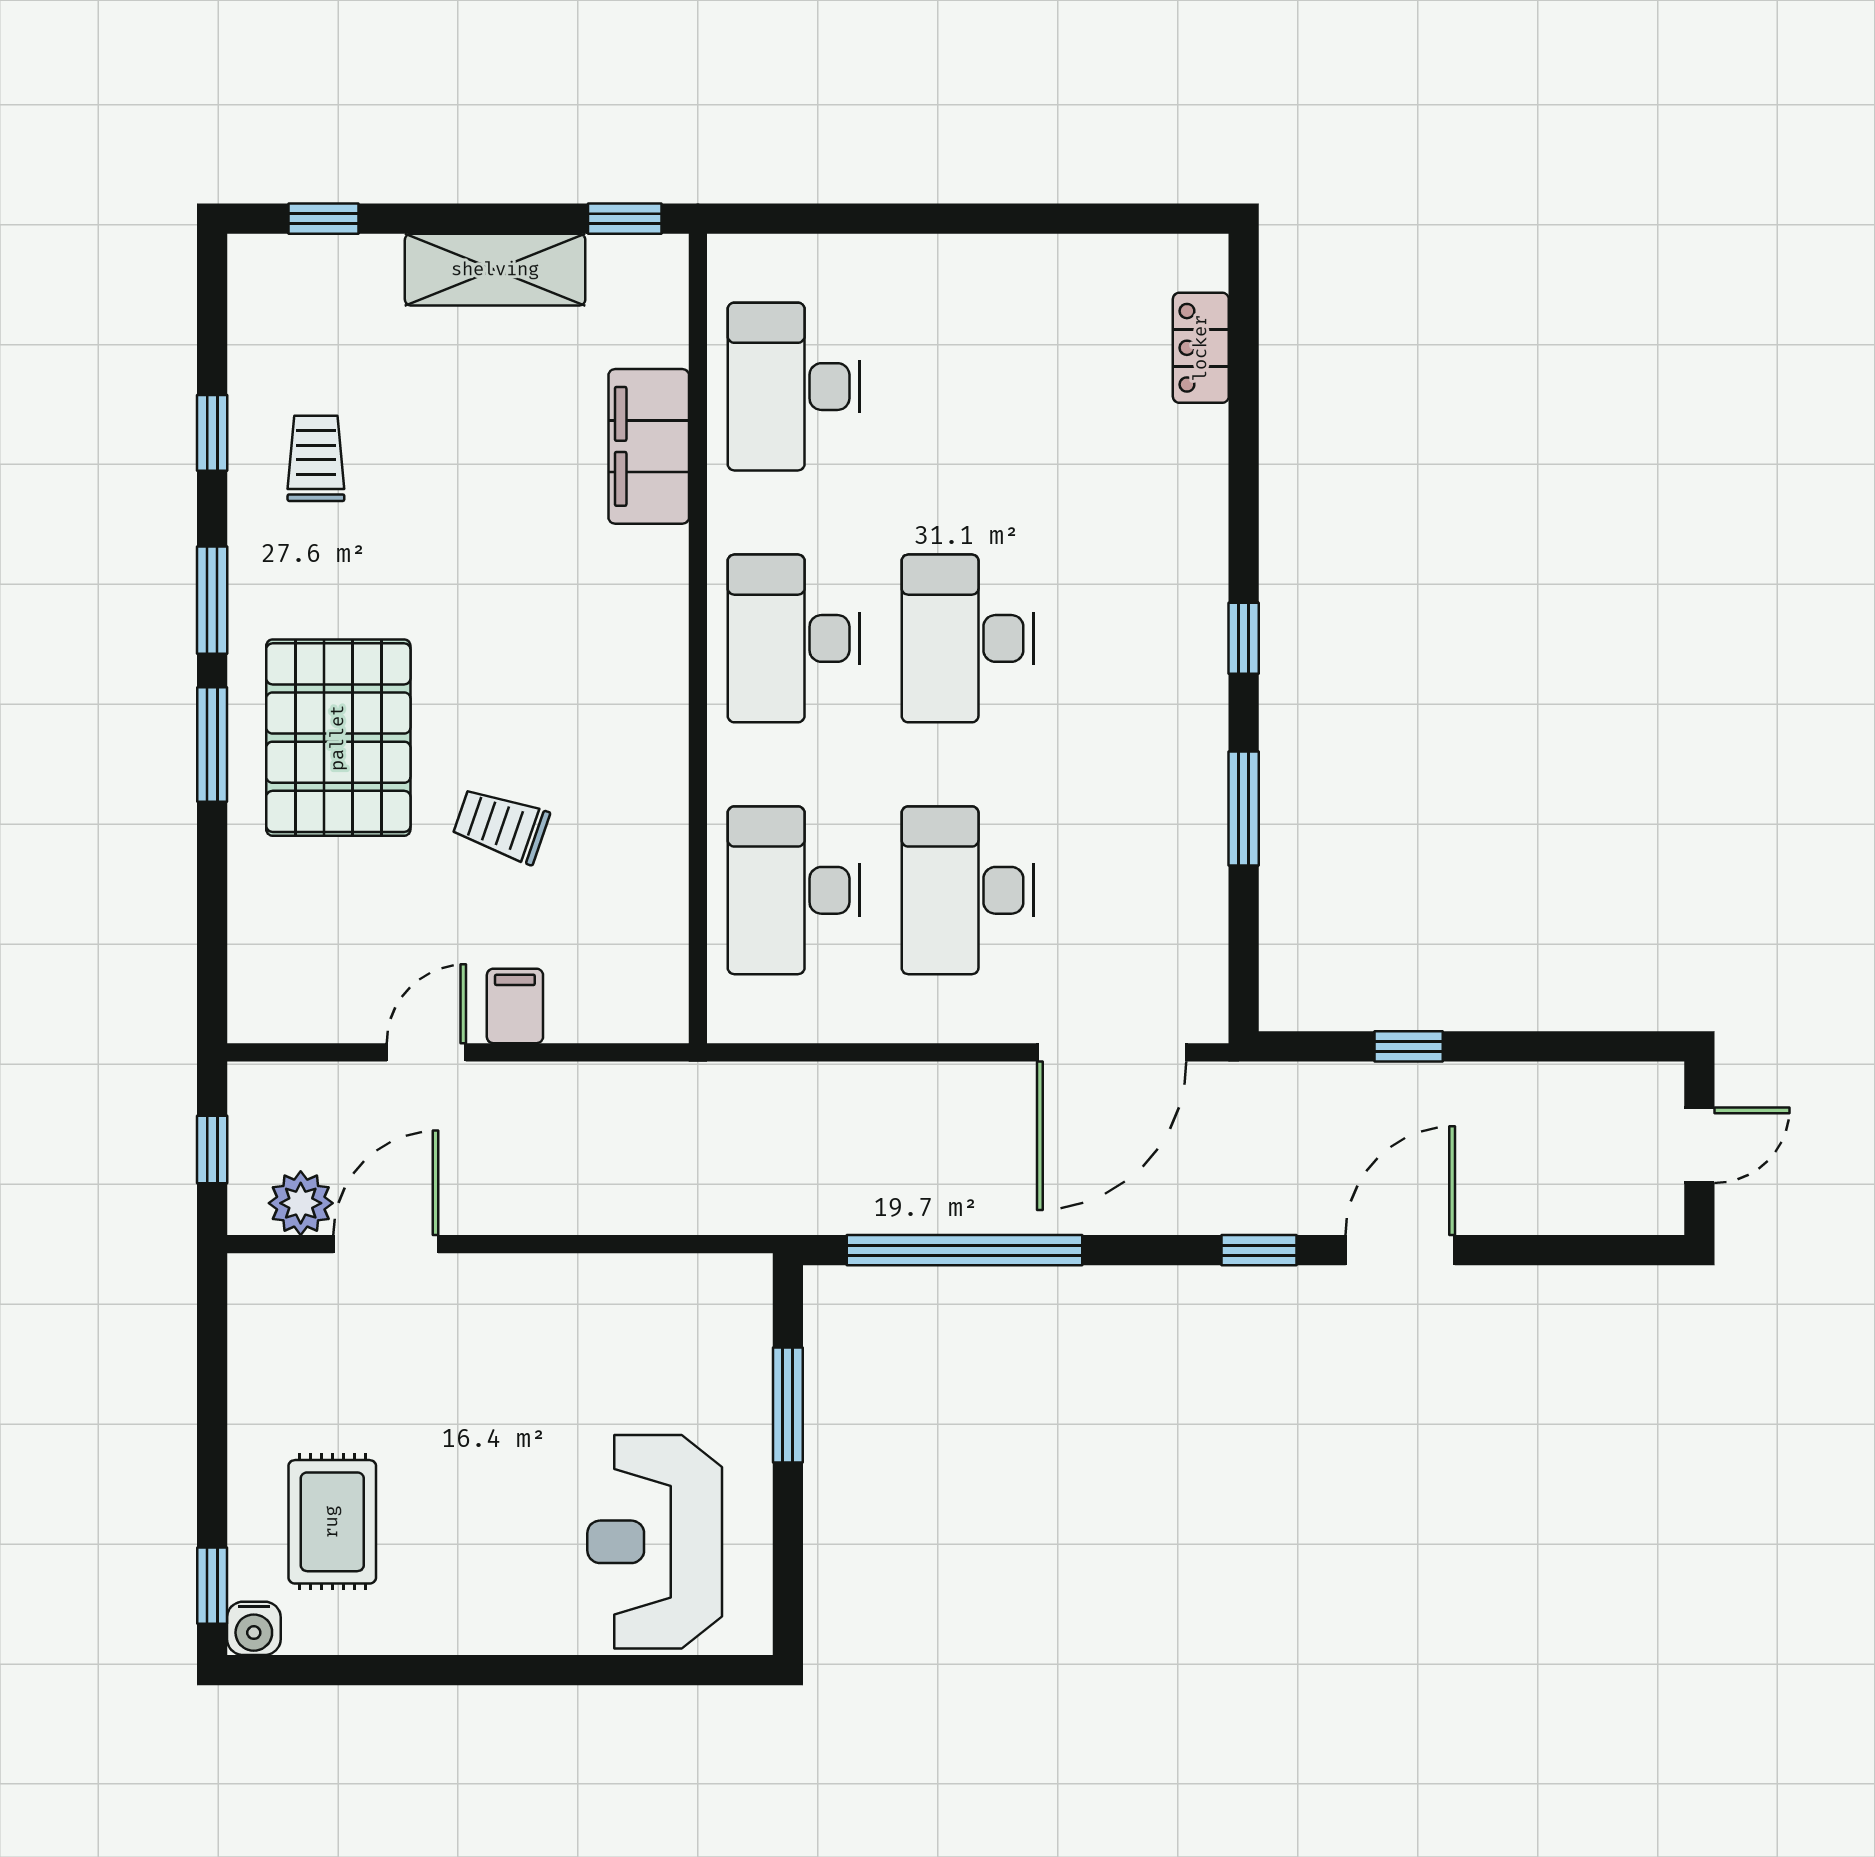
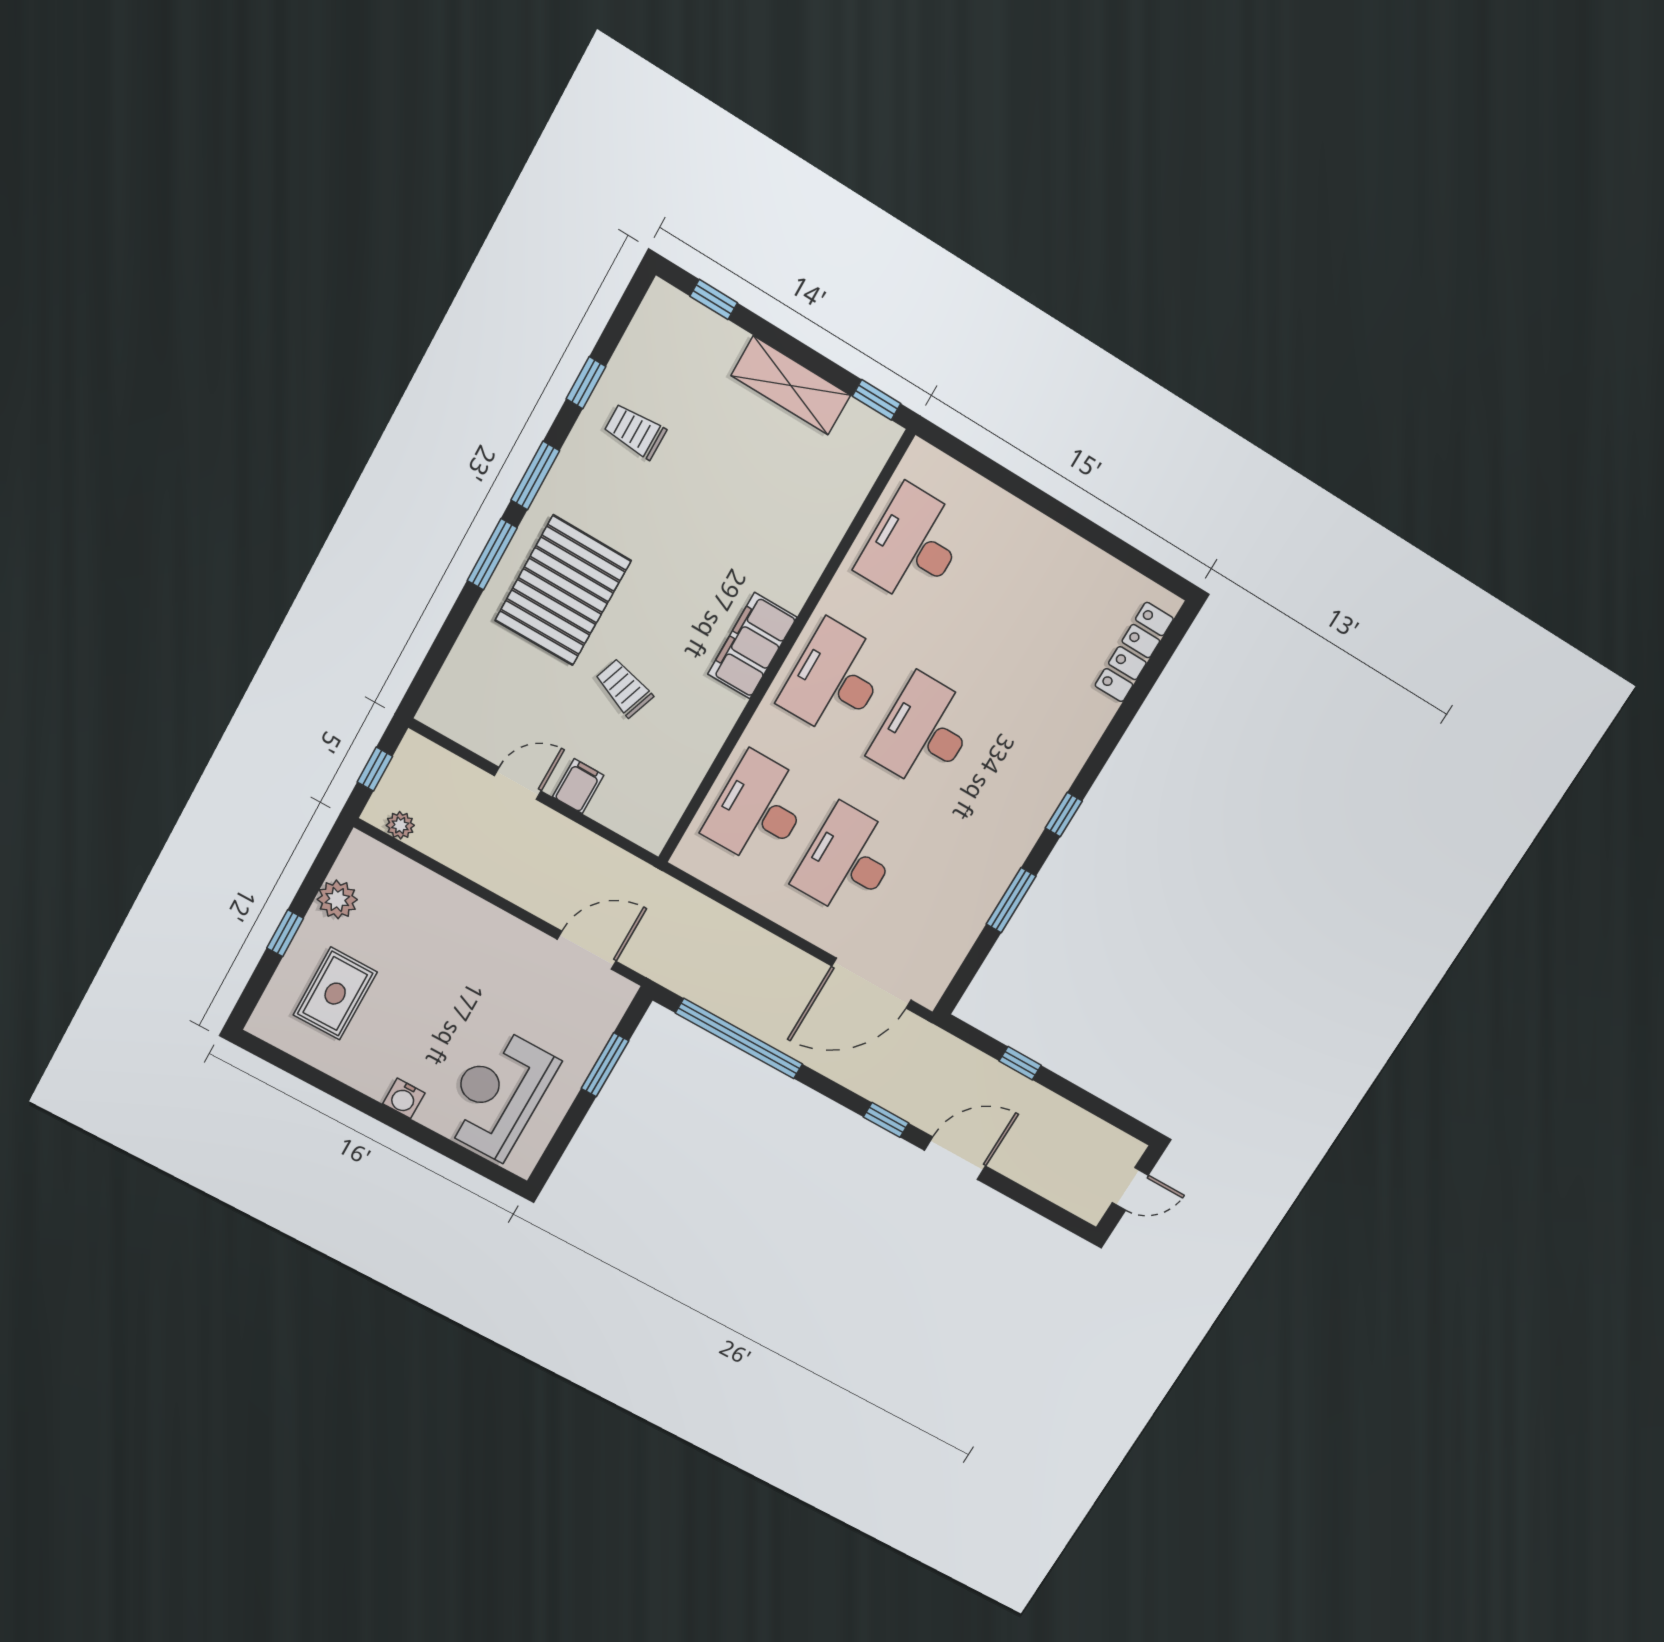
locker: (1201, 348) -> (1134, 652), width x1.53
filing cabinet: (649, 446) -> (752, 646), moved
trolley: (316, 458) -> (635, 431), turned -90
plant: (301, 1203) -> (400, 825), width x0.73, depth x0.73
door: (386, 1244) -> (587, 950), moved
plant: (260, 1376) -> (337, 900), added
window: (212, 1586) -> (285, 933), moved
water cooler: (254, 1628) -> (404, 1098), moved

